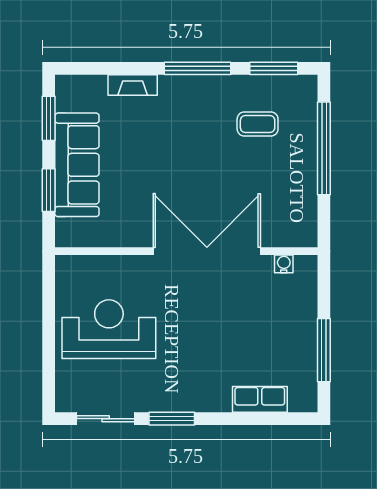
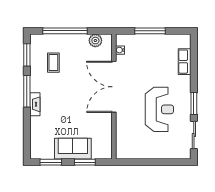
fireplace: (133, 85) -> (35, 104), moved
sofa: (77, 165) -> (73, 149), width x0.73
plant: (304, 212) -> (95, 41), added
reception desk: (109, 329) -> (159, 109), moved, turned 180
window: (324, 350) -> (150, 31), moved

